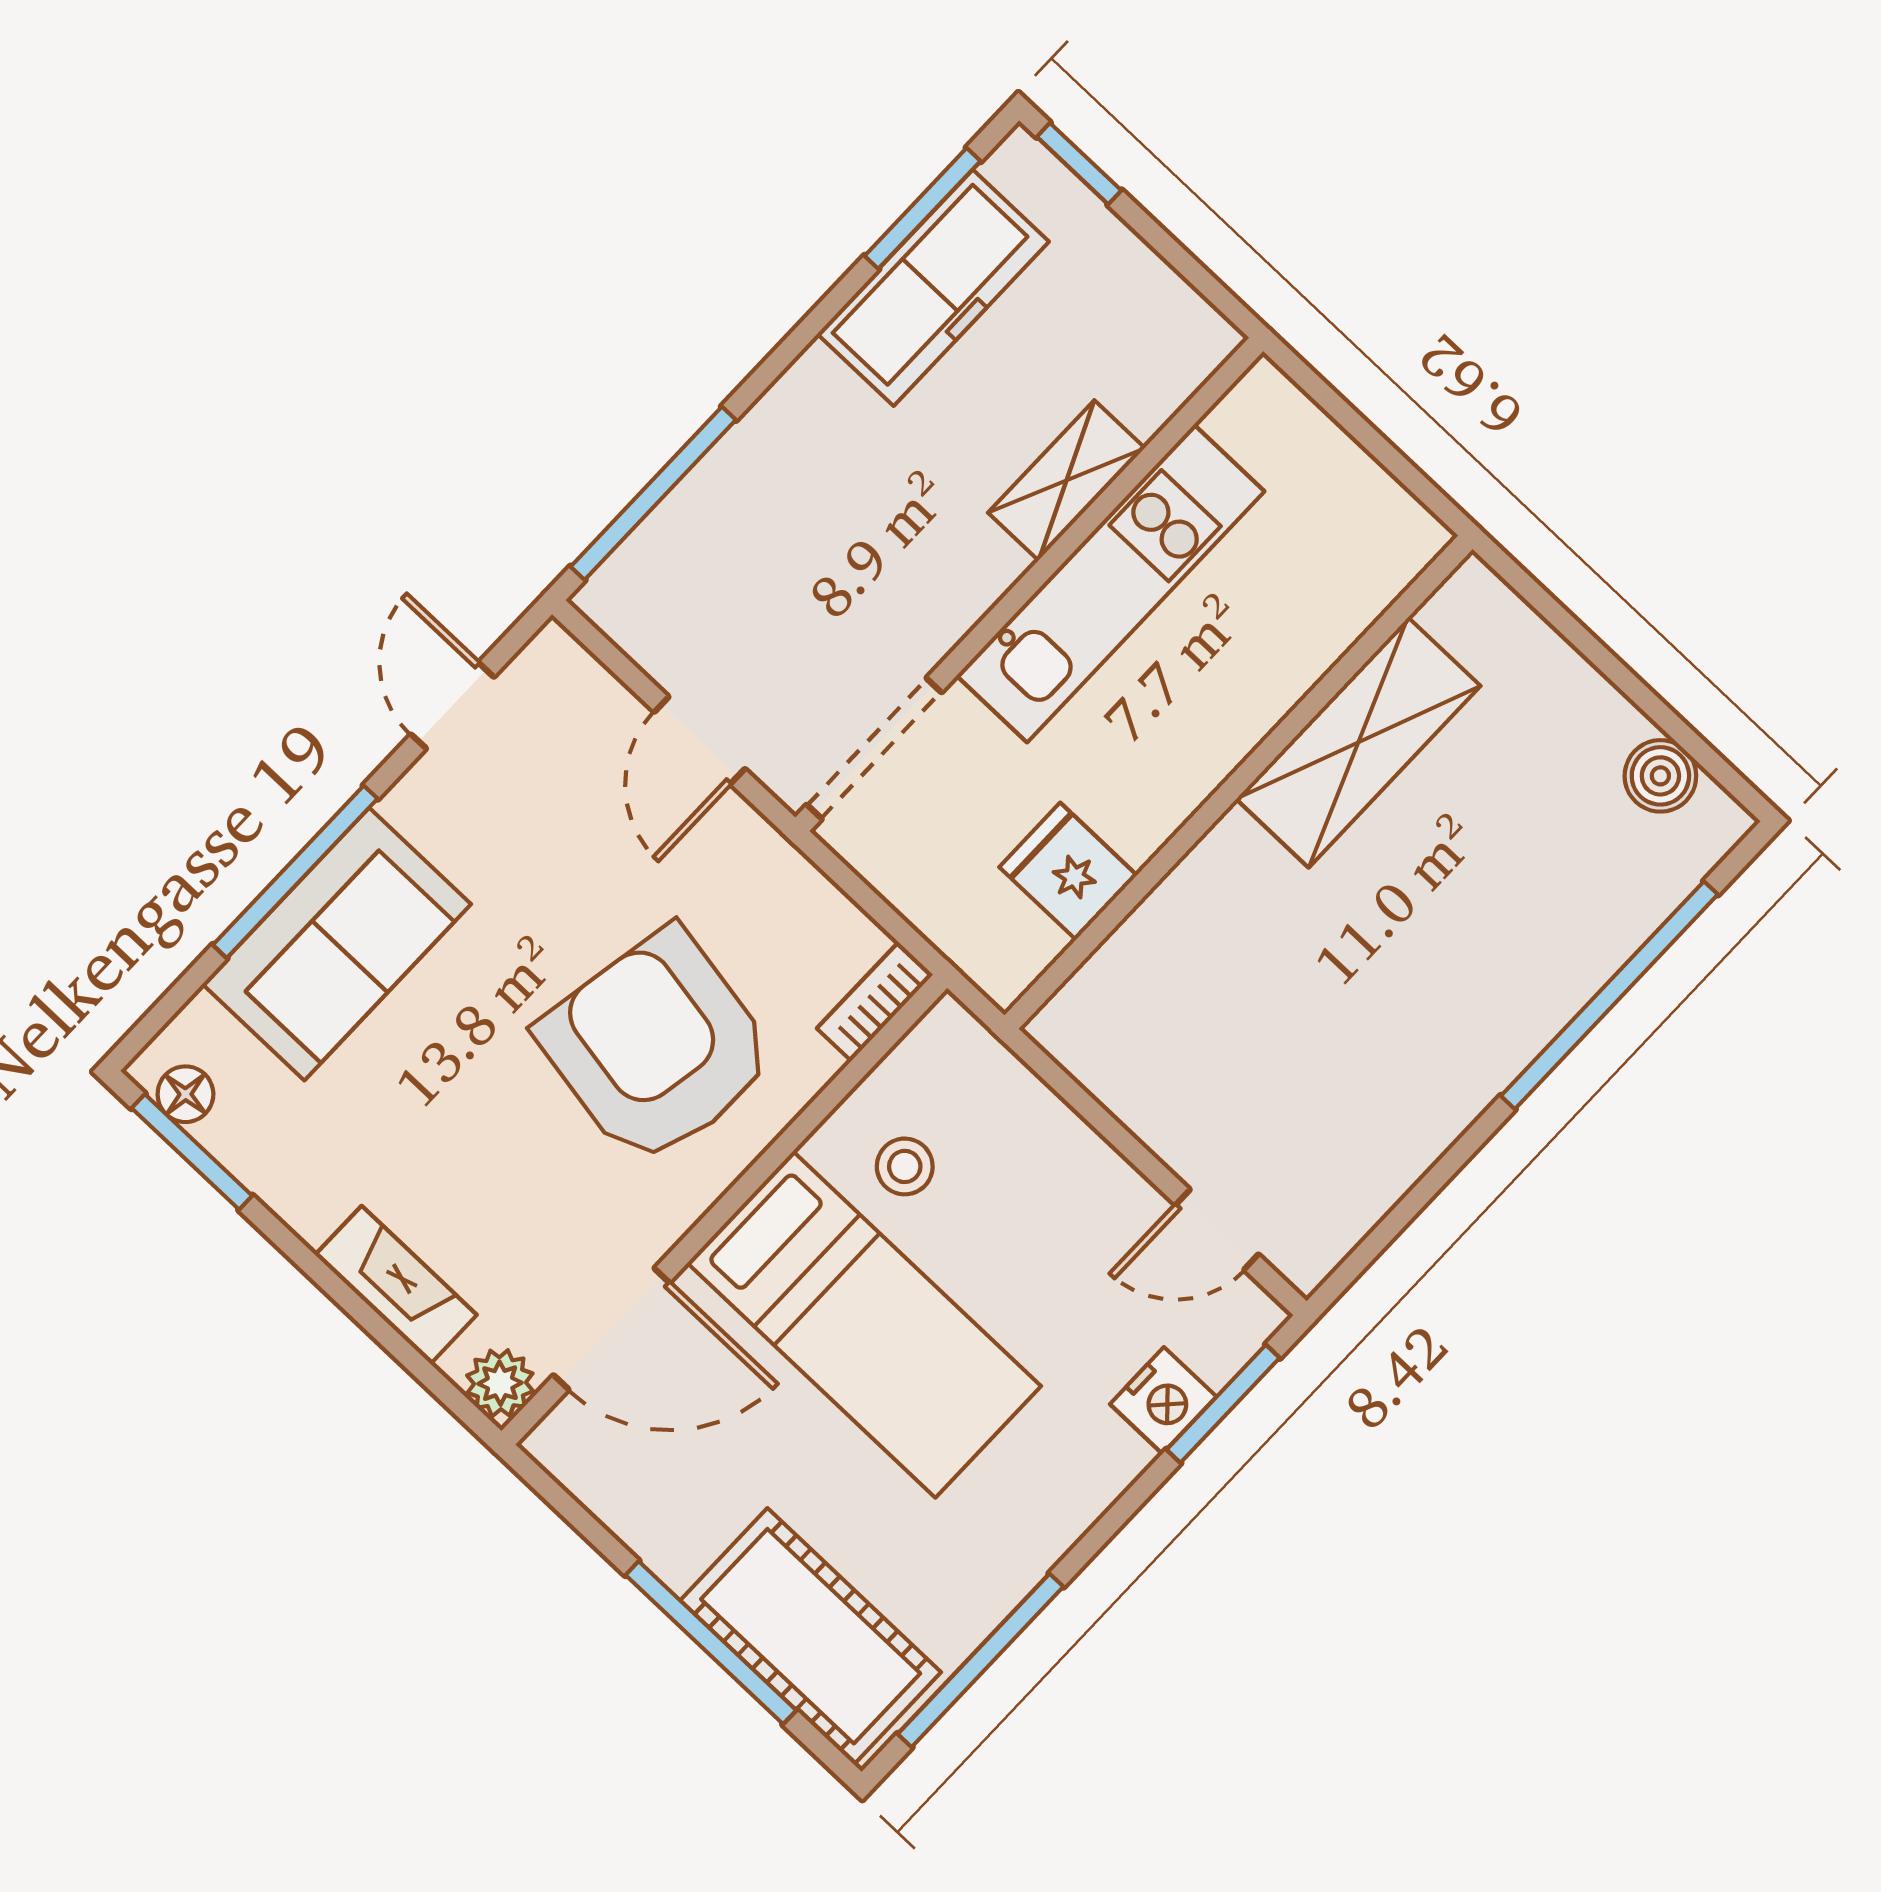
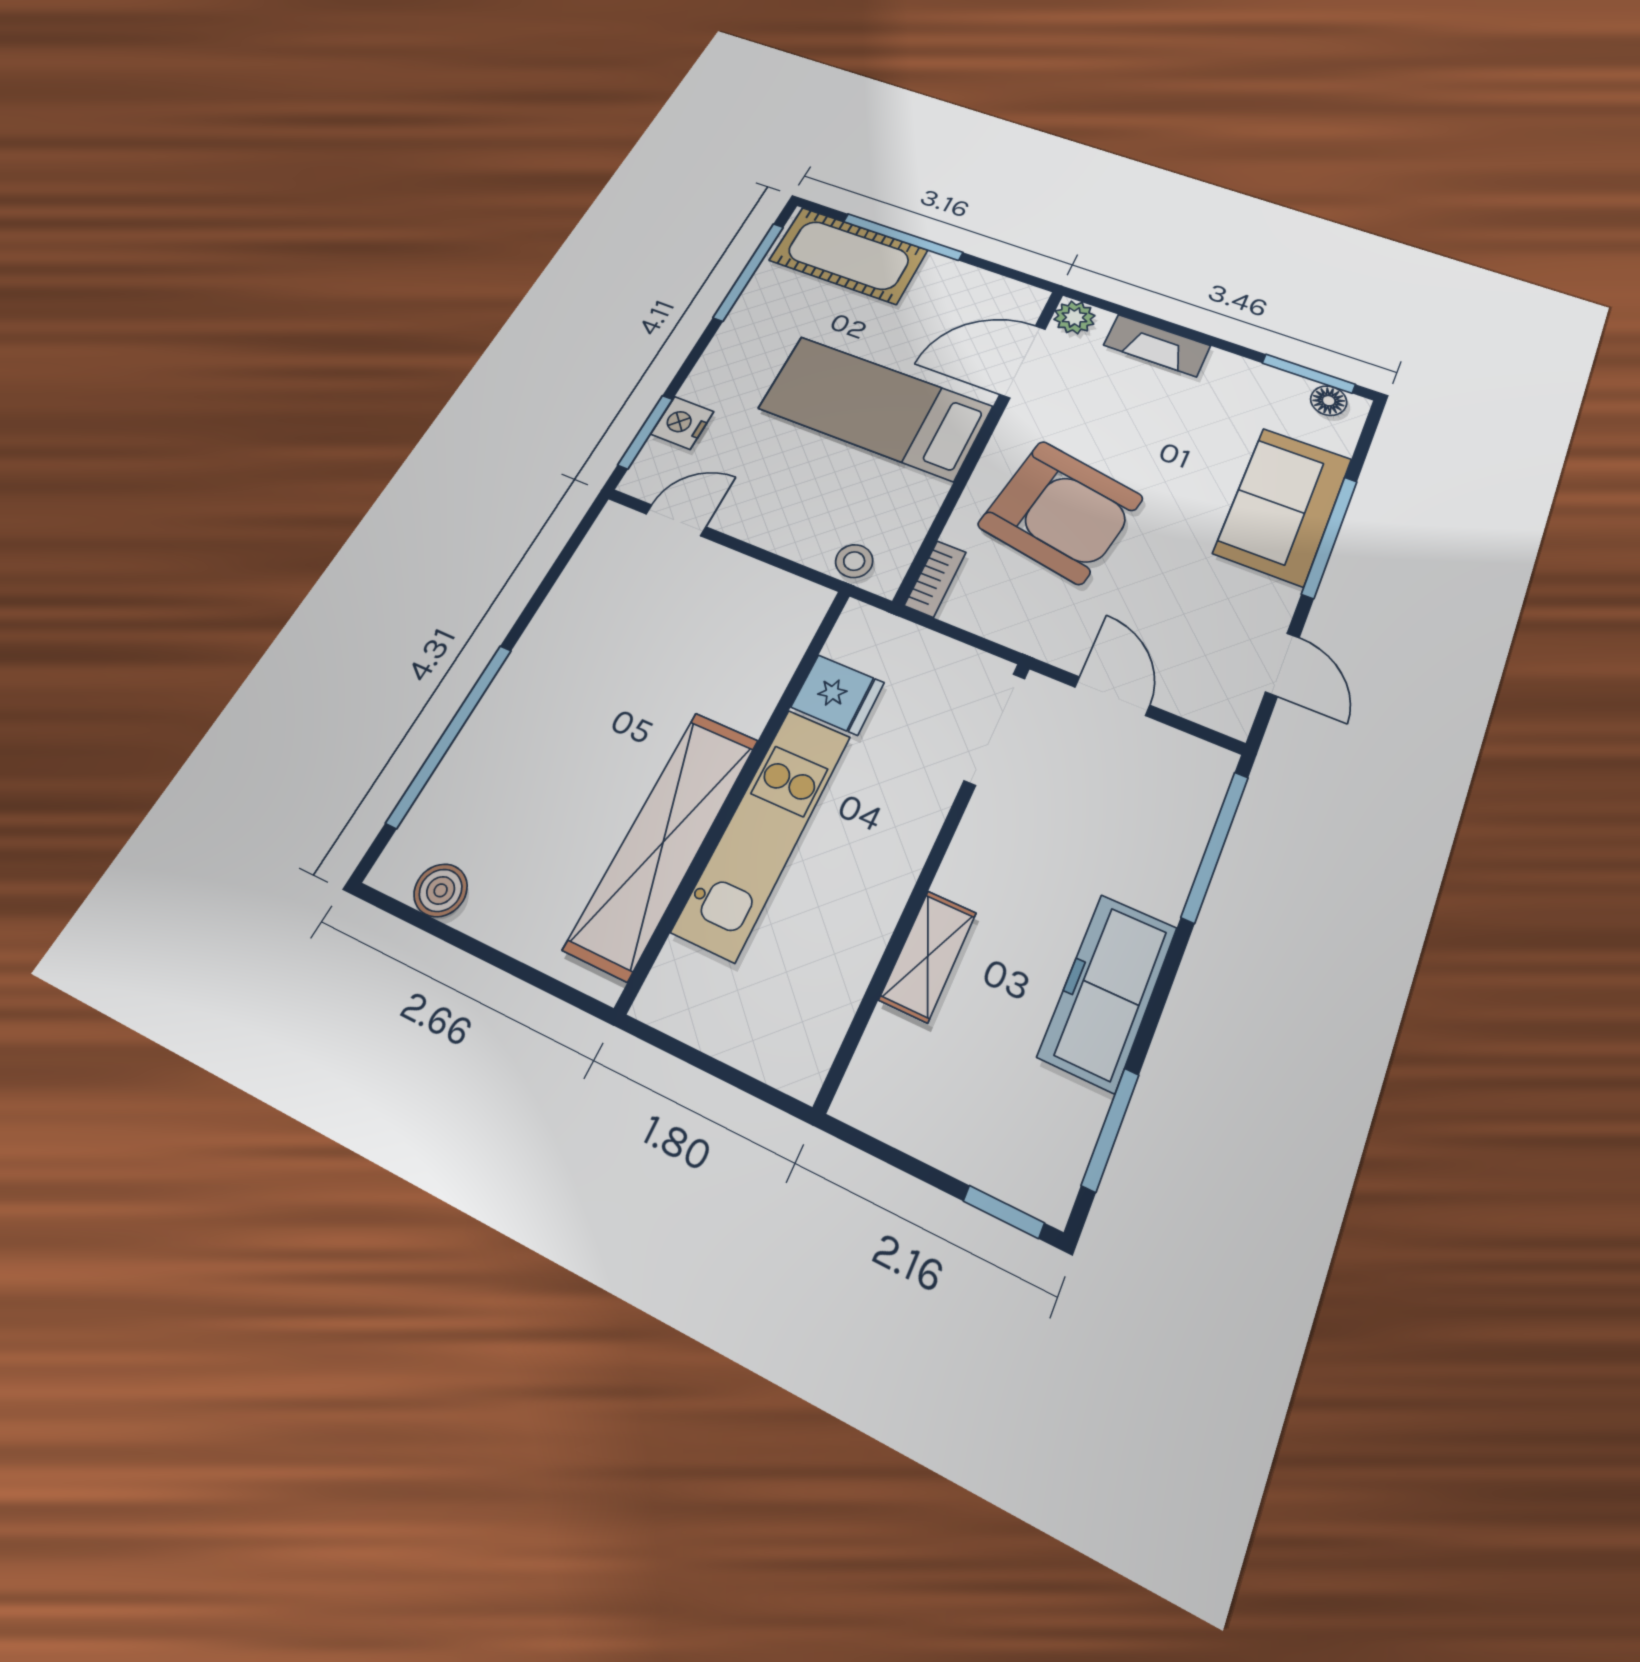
freezer: (933, 288) -> (1108, 992), moved
kitchen unit: (1110, 583) -> (763, 832), moved, turned 180
shelving: (1358, 742) -> (663, 842), width x1.47
stool: (905, 1166) -> (854, 561), moved

